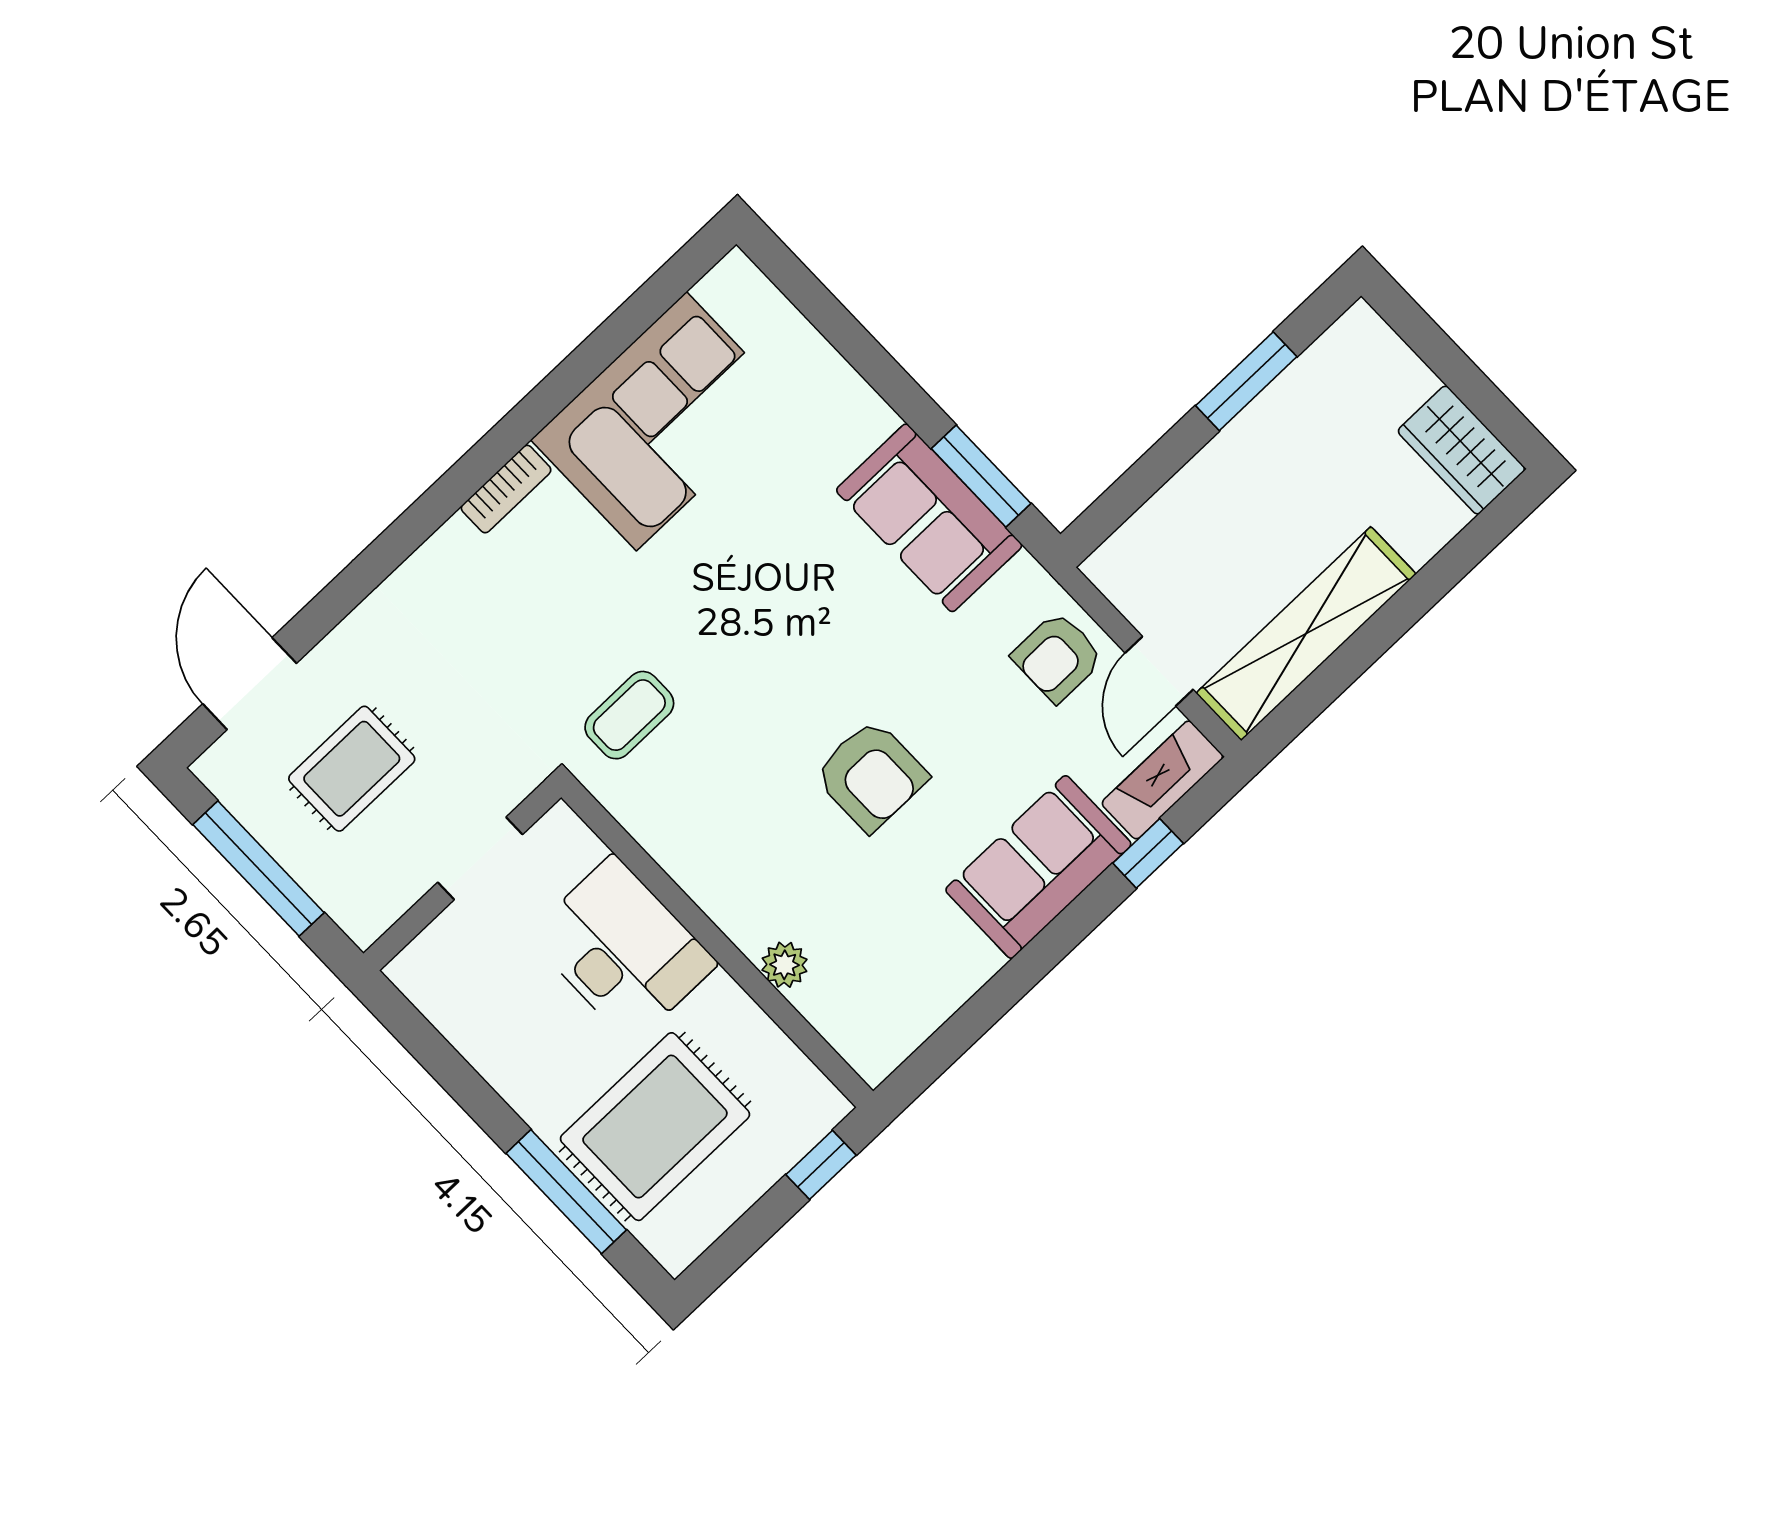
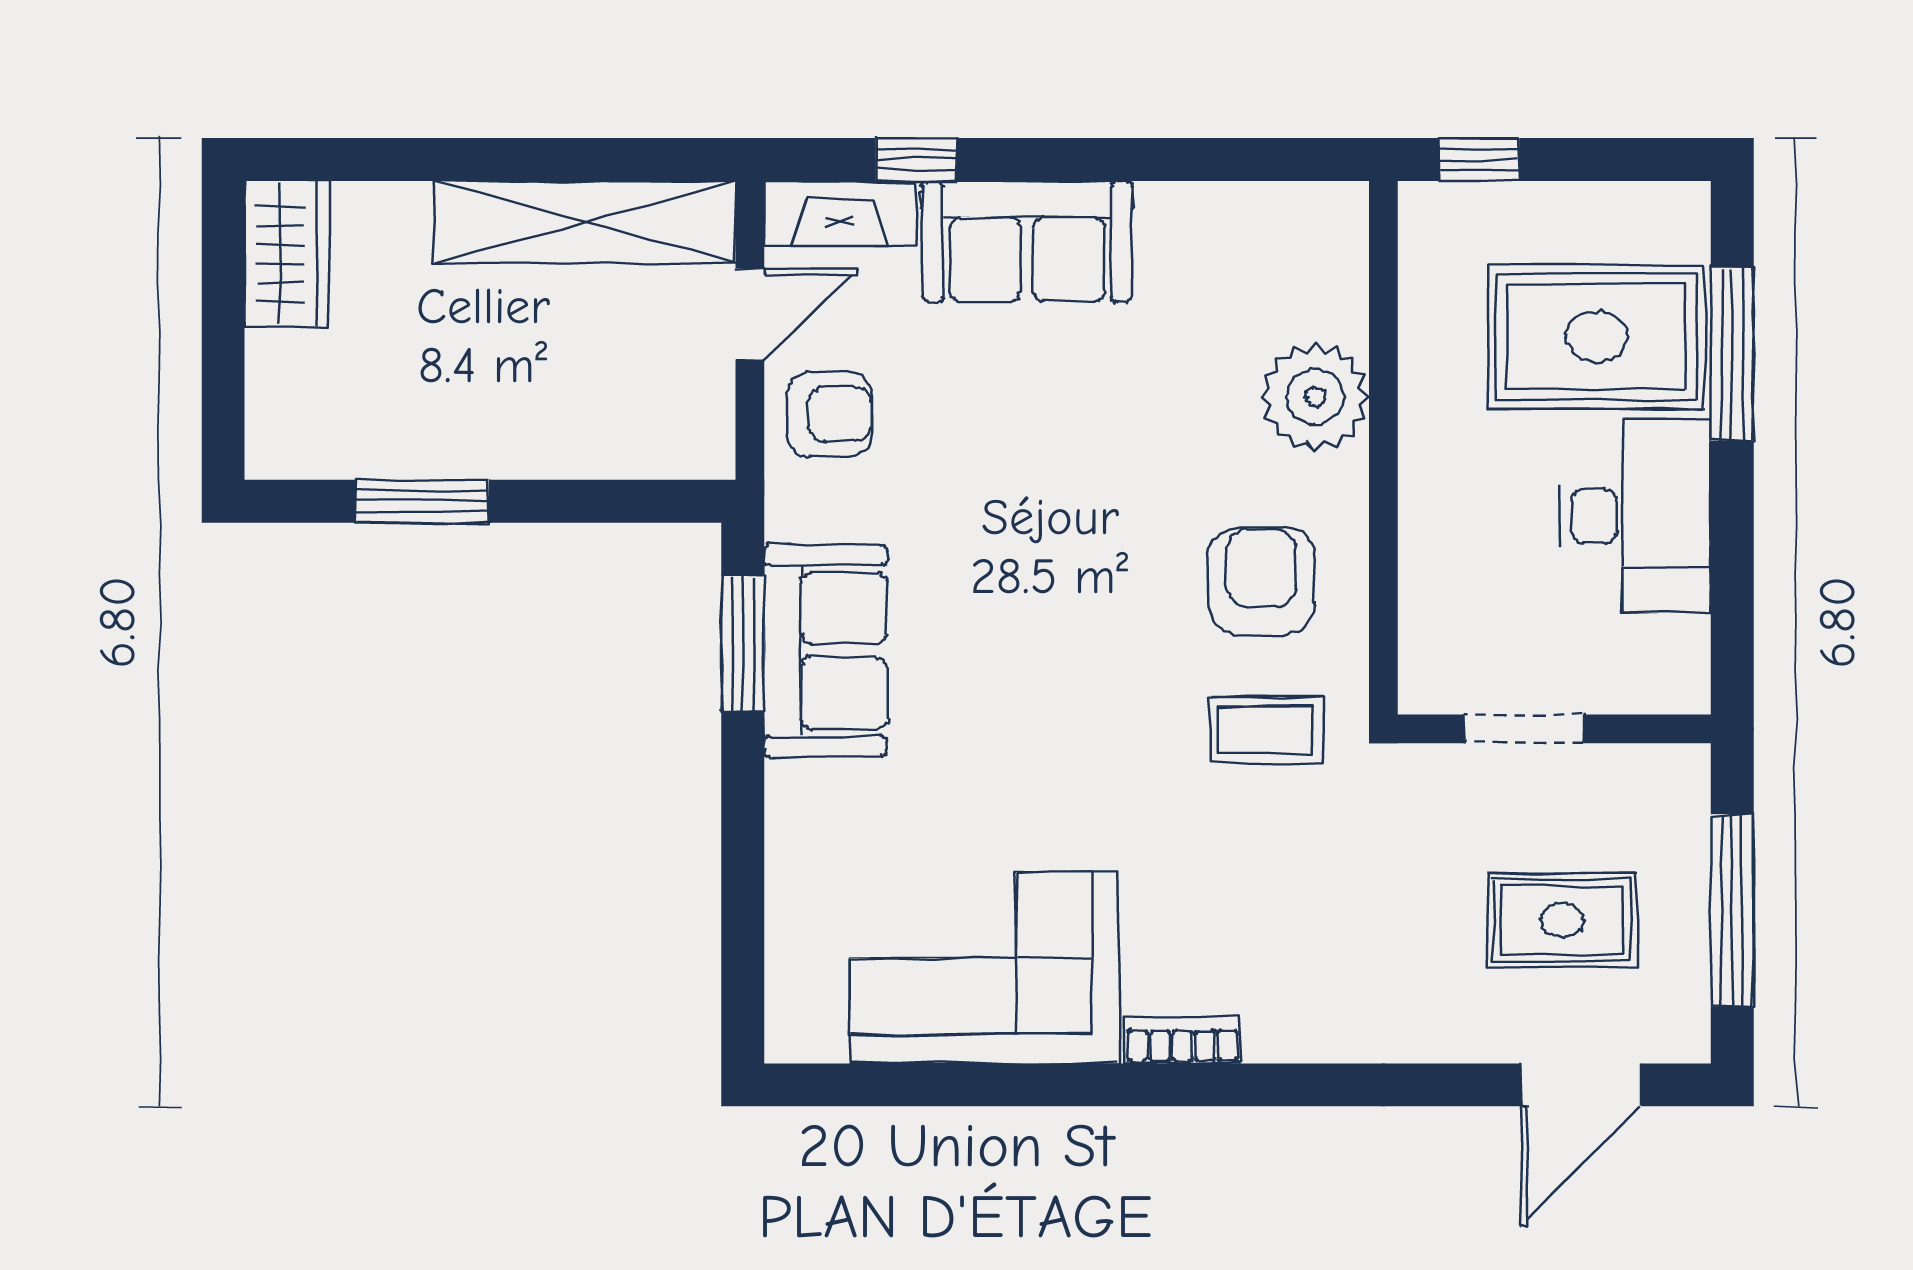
armchair: (871, 775) -> (1261, 581), moved
desk: (622, 950) -> (1635, 516), moved, turned 180
plant: (785, 965) -> (1315, 397), width x1.88, depth x1.88

